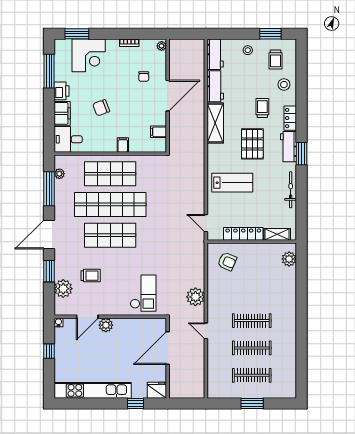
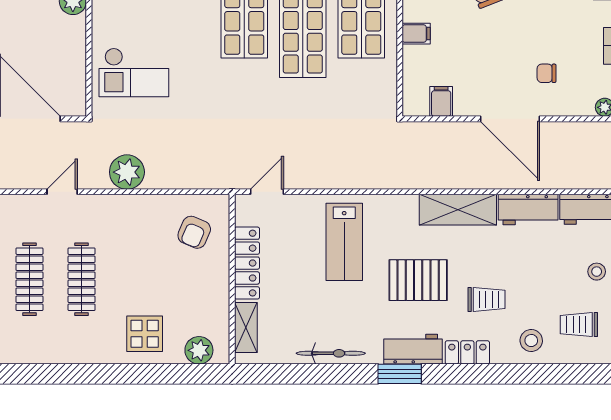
display table: (280, 287) -> (145, 334), added

